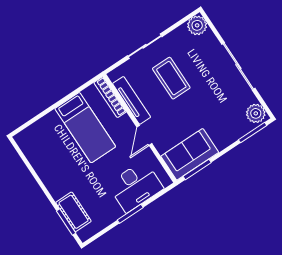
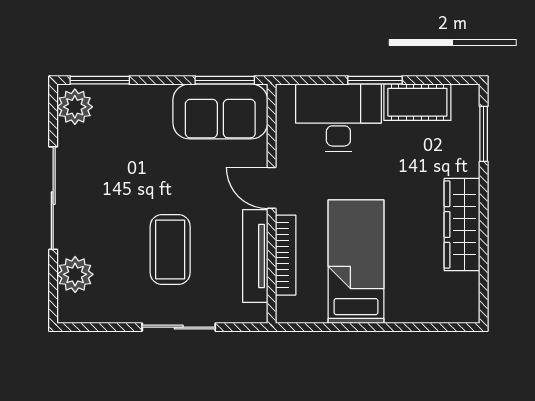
plant: (197, 25) -> (75, 274), moved
bookcase: (110, 97) -> (286, 255), moved
door: (144, 135) -> (272, 188), swing flipped
wardrobe: (49, 175) -> (462, 224), added
cot: (73, 212) -> (417, 102), moved, turned 90

